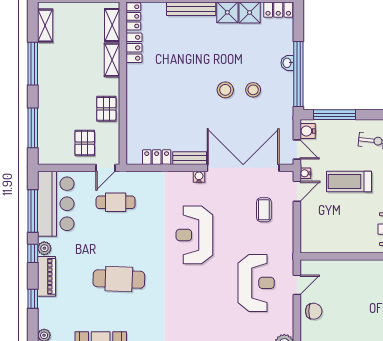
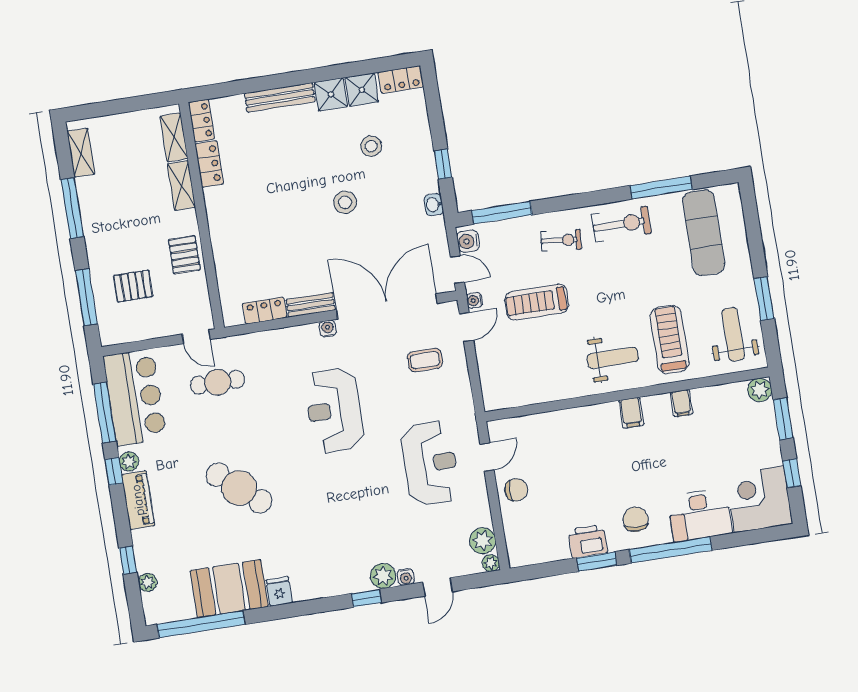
washbasin: (287, 63) -> (434, 205), moved
window: (298, 74) -> (443, 164), width x0.32
stool: (253, 90) -> (371, 146), moved
pallet: (85, 143) -> (133, 286), moved, turned 90
door: (105, 168) -> (196, 337), hinge flipped
coffee table: (264, 210) -> (425, 360), turned 90
cafe table: (119, 279) -> (239, 488), turned 39
window: (33, 299) -> (128, 560), moved

